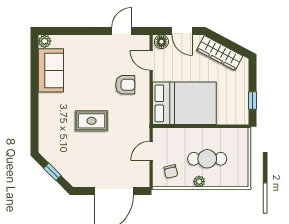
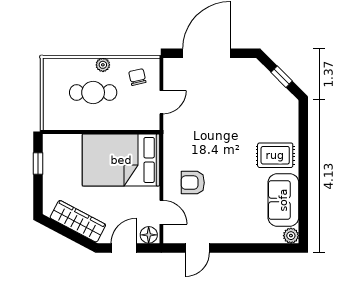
door: (182, 31) -> (124, 248), hinge flipped
rug: (91, 121) -> (275, 155), moved

